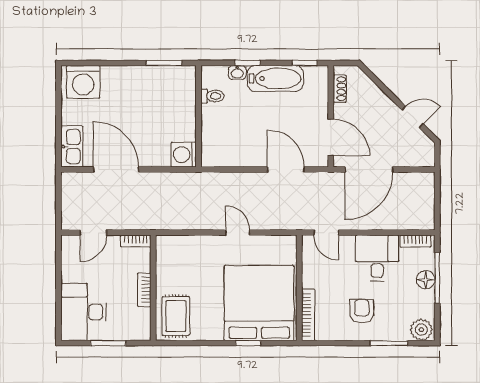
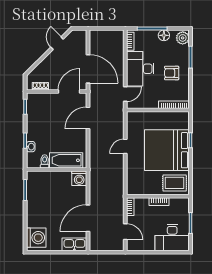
bathtub: (275, 78) -> (66, 160), moved, turned -90
desk: (377, 258) -> (140, 69), width x1.37
floor lamp: (426, 280) -> (164, 35), moved
bed: (259, 303) -> (167, 150), moved

